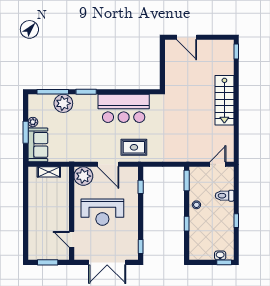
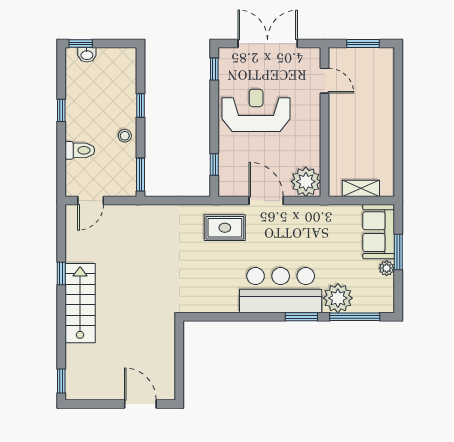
bar counter: (124, 108) -> (281, 290), moved
window: (236, 119) -> (61, 273), added
reception desk: (102, 212) -> (256, 110), moved

